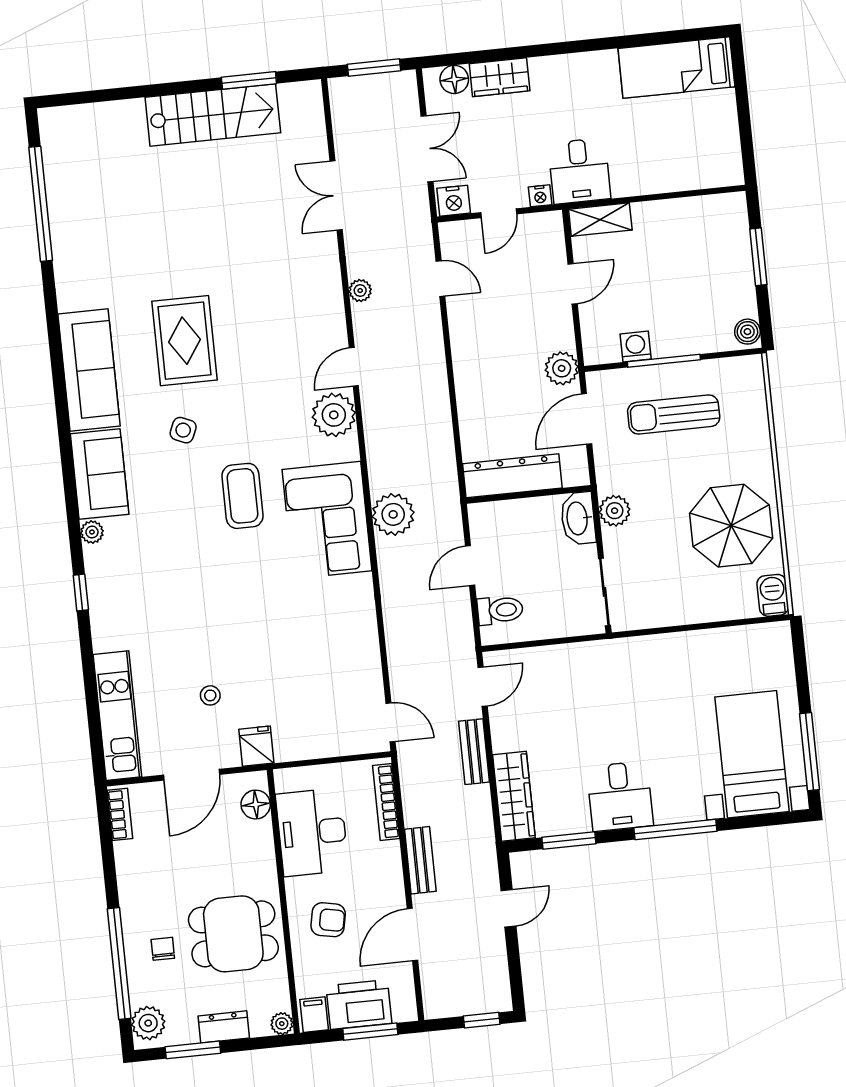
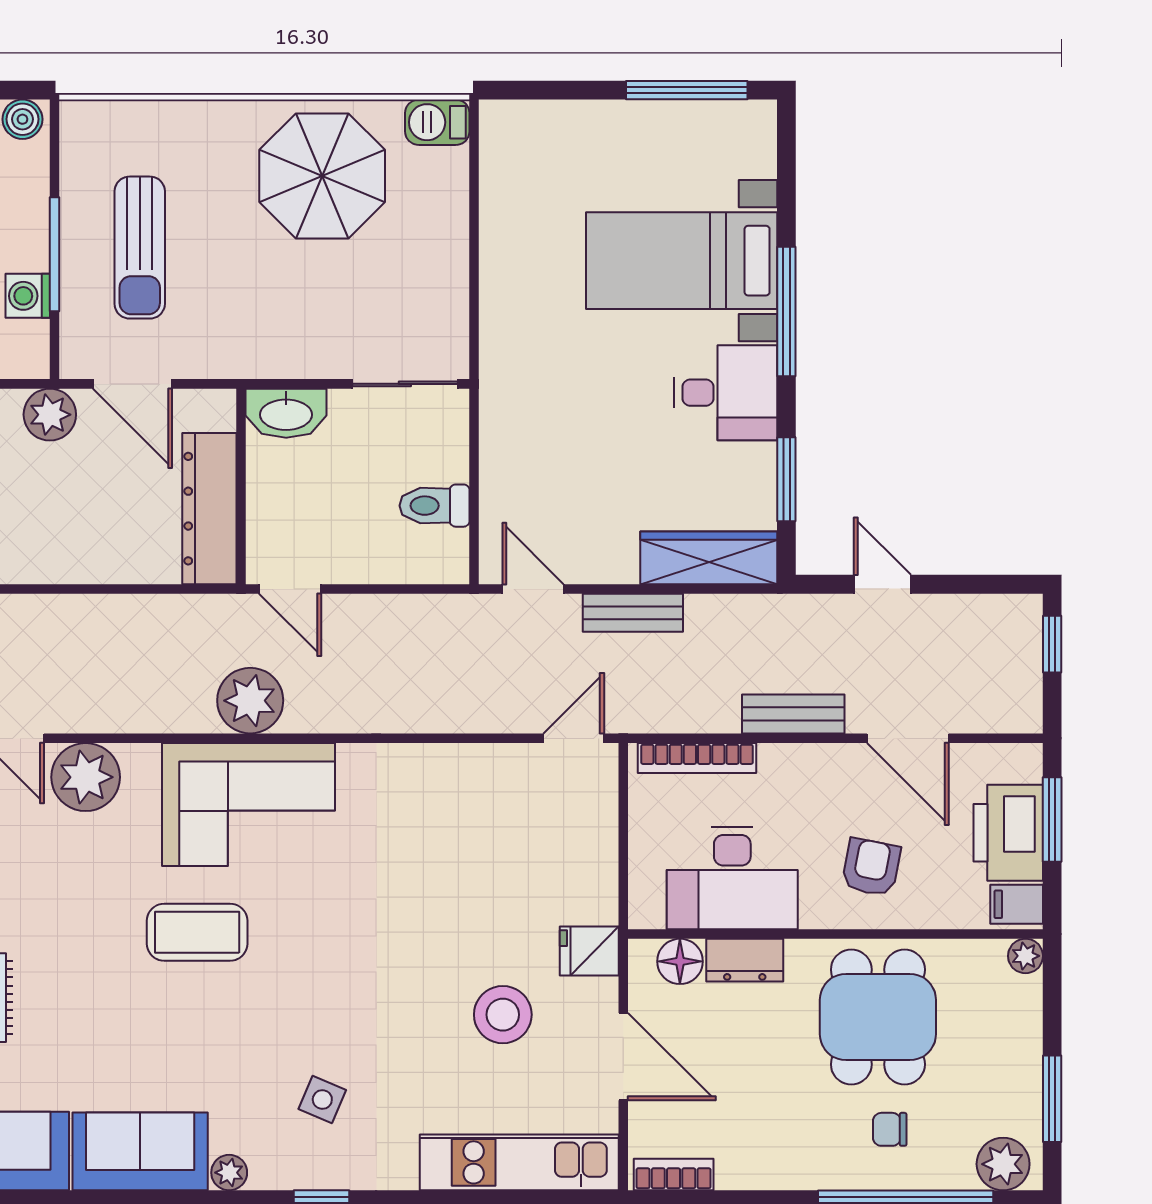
side table: (183, 430) -> (322, 1100), moved
plant: (615, 511) -> (280, 355), removed
door: (470, 566) -> (290, 589), moved
toilet: (500, 610) -> (434, 506), moved, turned -90
stool: (210, 695) -> (503, 1015), width x1.89, depth x1.89
bed with nightstands: (752, 754) -> (682, 261), moved
dresser: (224, 1027) -> (745, 960), moved, turned -90

